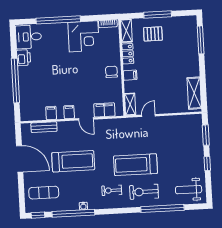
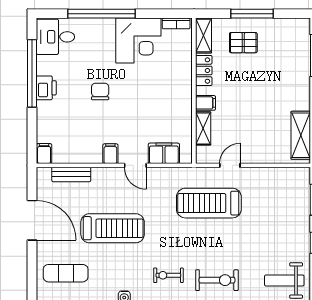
printer: (24, 58) -> (46, 88), moved
chair: (111, 72) -> (100, 91), moved
window: (15, 81) -> (32, 73), moved
shelving: (130, 104) -> (203, 128), moved
filing cabinet: (51, 113) -> (44, 154), moved
treadmill: (135, 165) -> (209, 203), moved
exercise bike: (144, 192) -> (217, 280), turned 180

